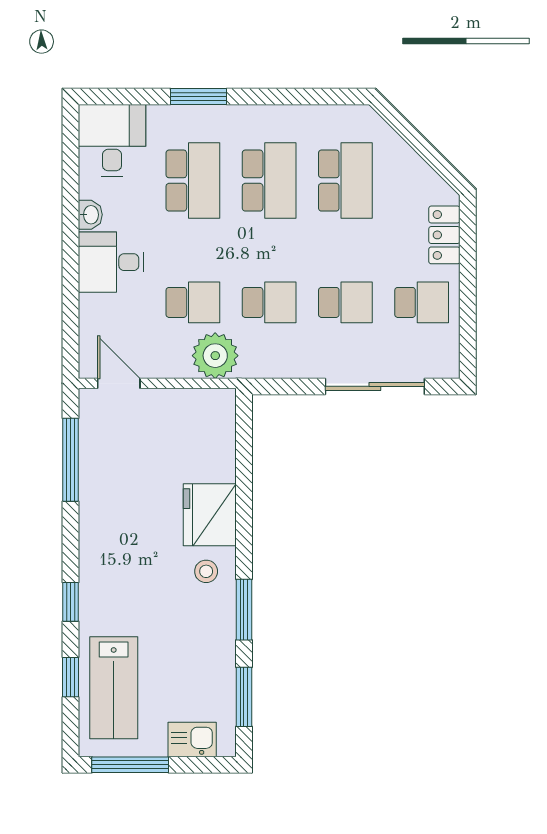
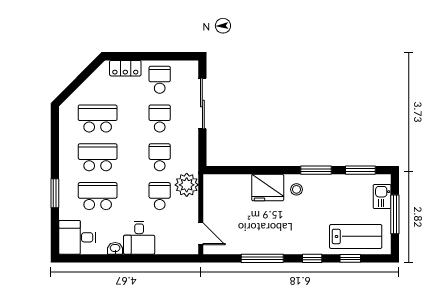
door: (119, 383) -> (201, 234), swing flipped
window: (71, 460) -> (262, 258), moved
window: (130, 765) -> (395, 214), moved

